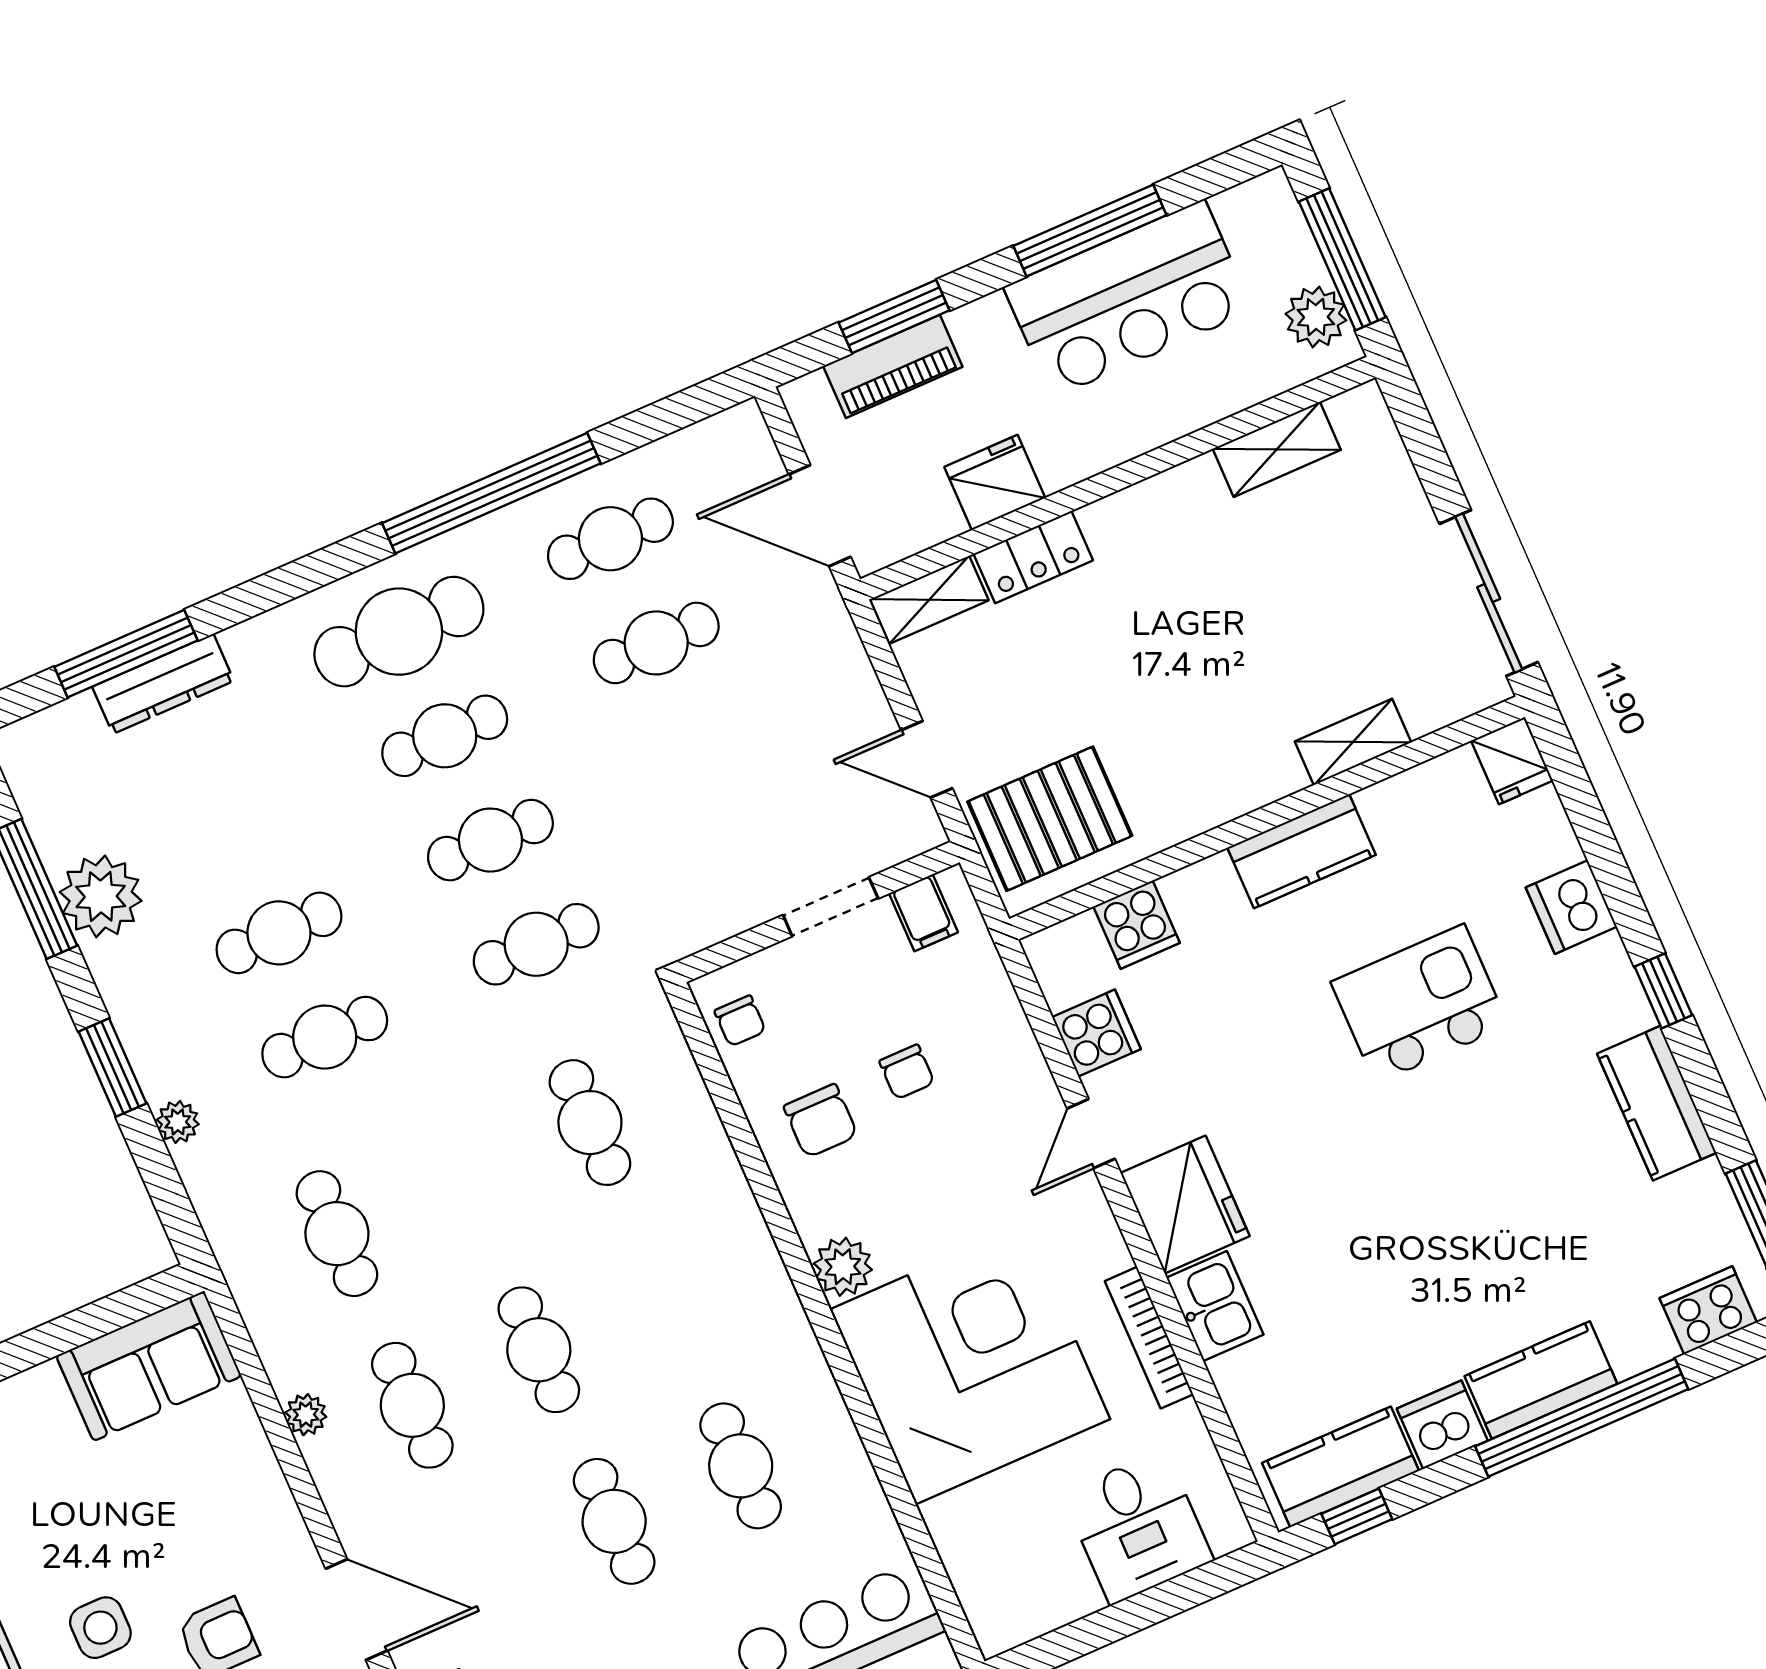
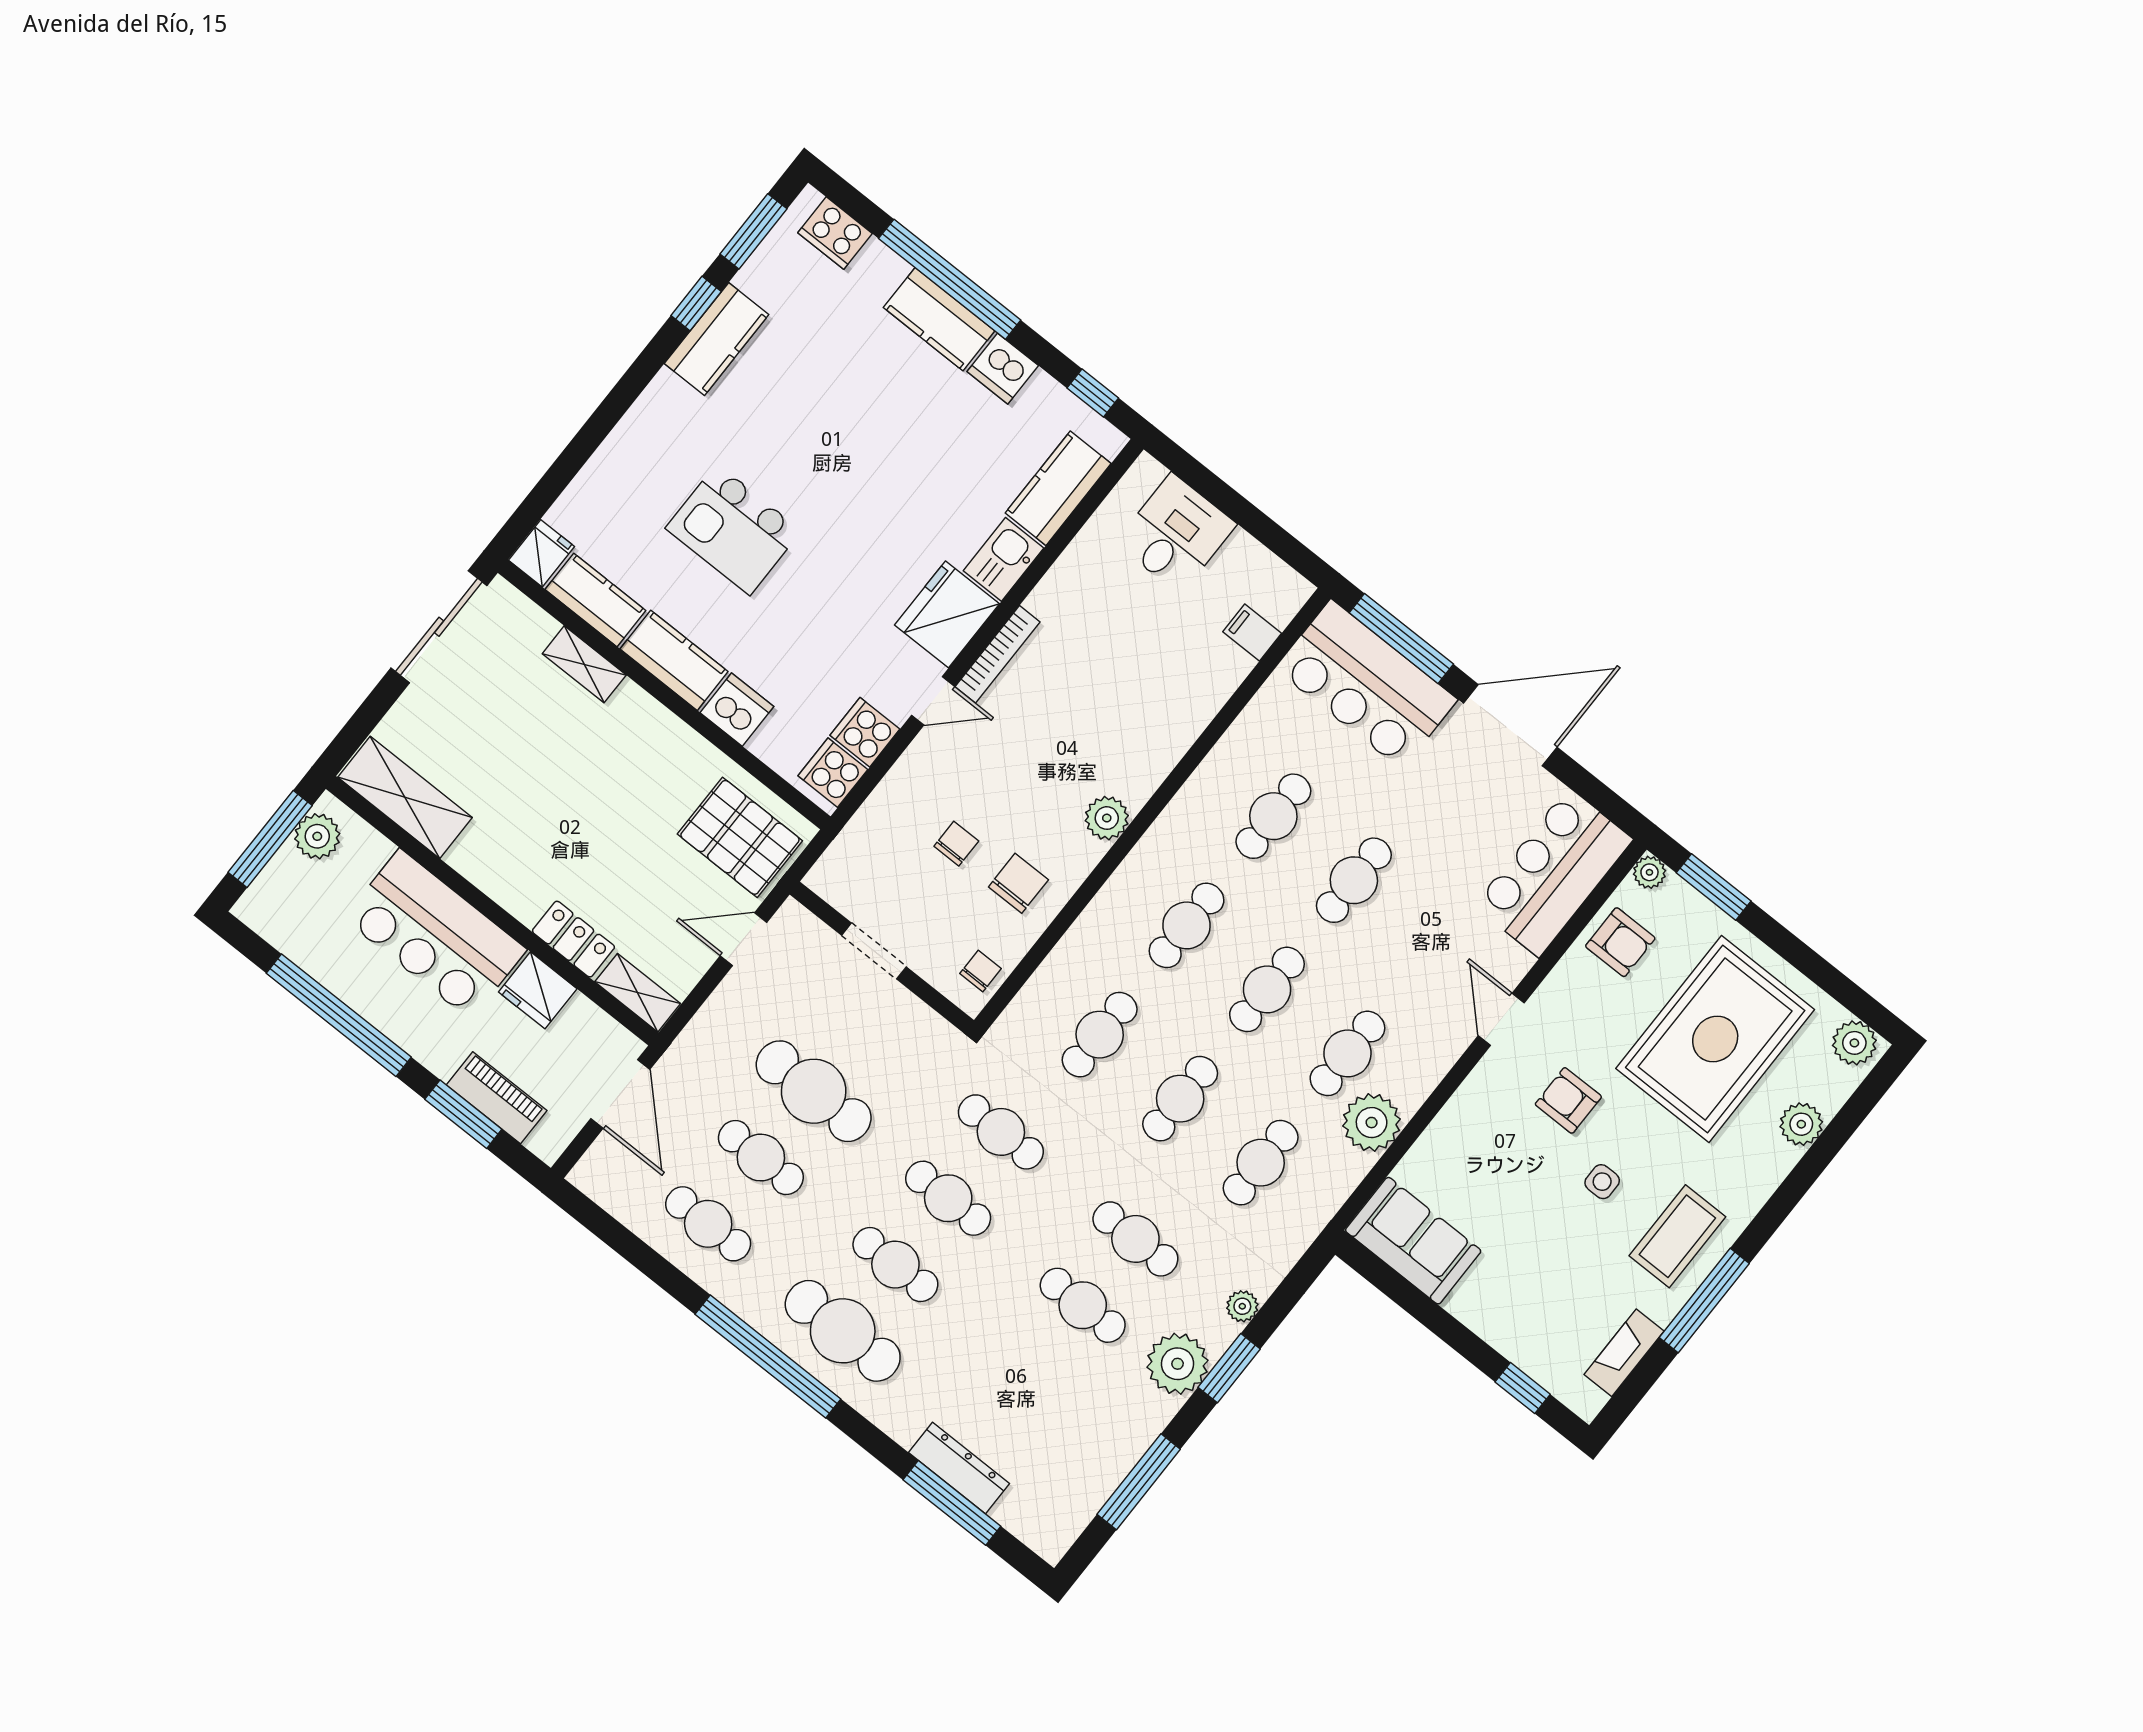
window: (1090, 230) -> (339, 1015), width x1.46
bar counter: (1128, 299) -> (435, 934), moved, turned 180
shelving: (1277, 449) -> (405, 797), width x1.50, depth x1.33
window: (491, 493) -> (768, 1357), moved
cafe table: (702, 747) -> (814, 1091), added
door: (927, 759) -> (744, 939), swing flipped
kitchen counter: (1422, 796) -> (595, 600), added
plant: (101, 896) -> (1178, 1364), moved
dishwasher: (1571, 907) -> (737, 710), moved, turned -90
filing cabinet: (923, 913) -> (1252, 632), moved, turned -90
cooker: (1137, 925) -> (833, 773), moved, turned -90
window: (1663, 991) -> (696, 304), moved
cafe table: (463, 1178) -> (1180, 1099), added
cafe table: (665, 1294) -> (1187, 925), added
bookcase: (1149, 1338) -> (997, 654), moved
corner desk: (970, 1364) -> (1127, 700), removed
plant: (306, 1415) -> (1372, 1123), width x1.87, depth x1.87
kitchen counter: (1341, 1467) -> (1058, 488), moved, turned 90
door: (357, 1610) -> (1501, 1019), width x0.73
side table: (100, 1628) -> (1602, 1182), width x0.73, depth x0.73

